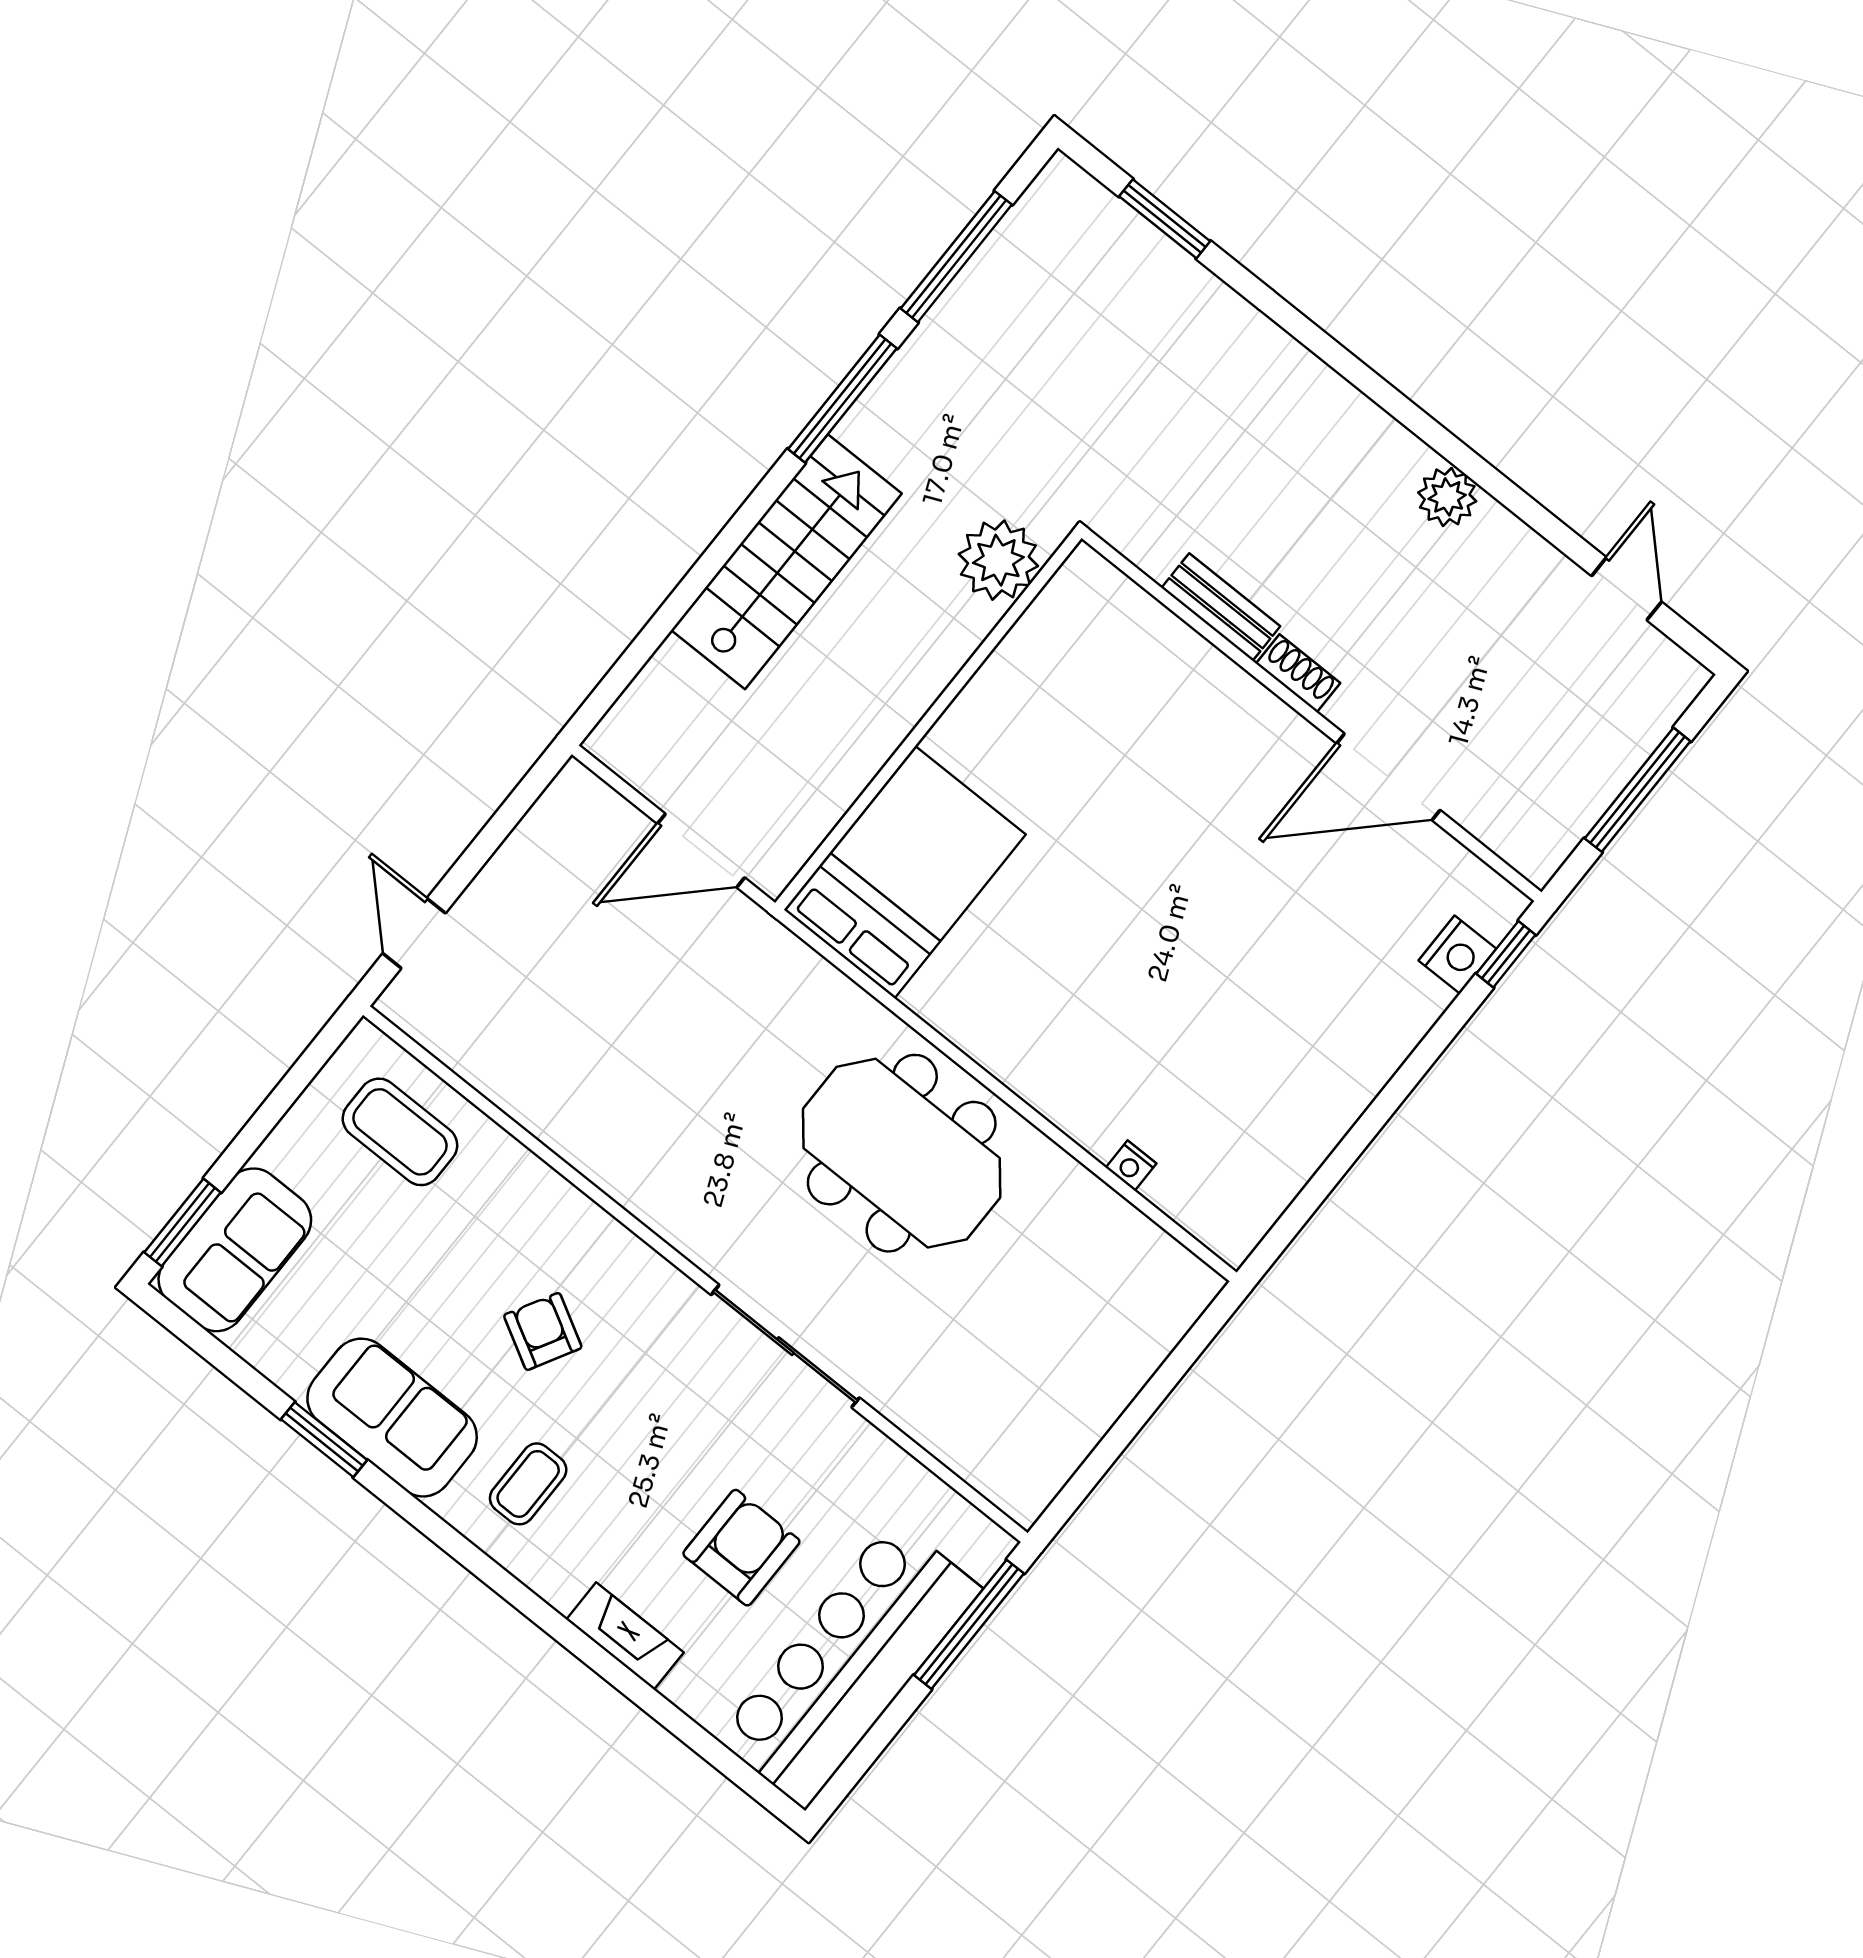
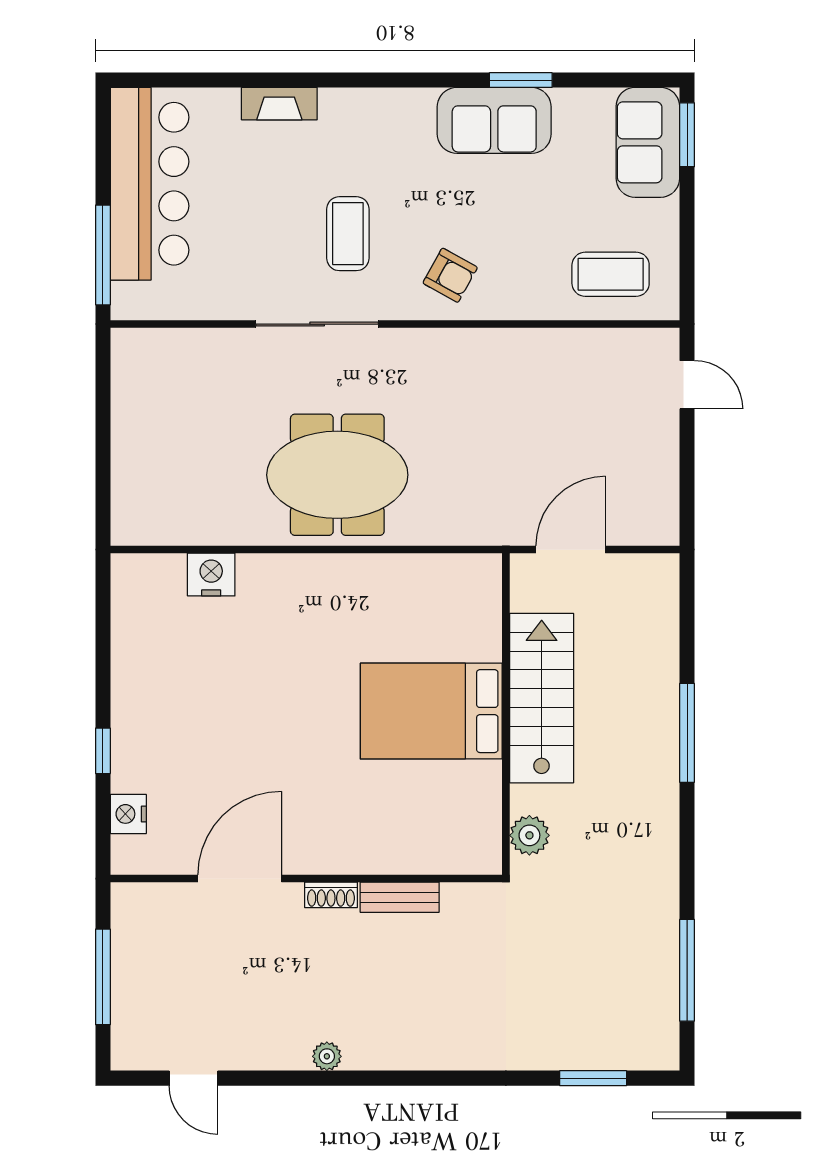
window: (842, 399) -> (687, 733), moved
plant: (1447, 497) -> (327, 1056), width x0.73, depth x0.73
plant: (998, 560) -> (529, 835), width x0.73, depth x0.73
stairs: (786, 562) -> (542, 698), moved, turned 180
bed: (905, 872) -> (431, 711), moved, turned 90
window: (1506, 954) -> (103, 751), moved
nightstand: (1131, 1166) -> (211, 575), width x1.89, depth x1.79
armchair: (543, 1331) -> (450, 275), moved
coffee table: (528, 1484) -> (348, 234), moved, width x1.36, depth x1.30
armchair: (741, 1548) -> (255, 199), removed

